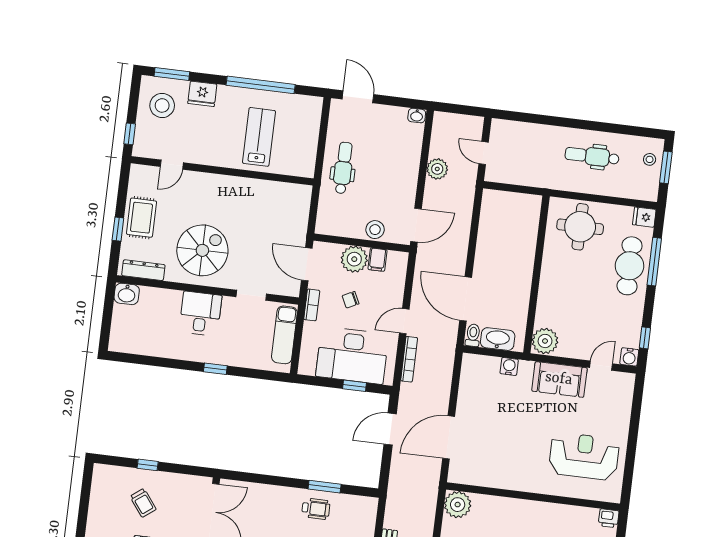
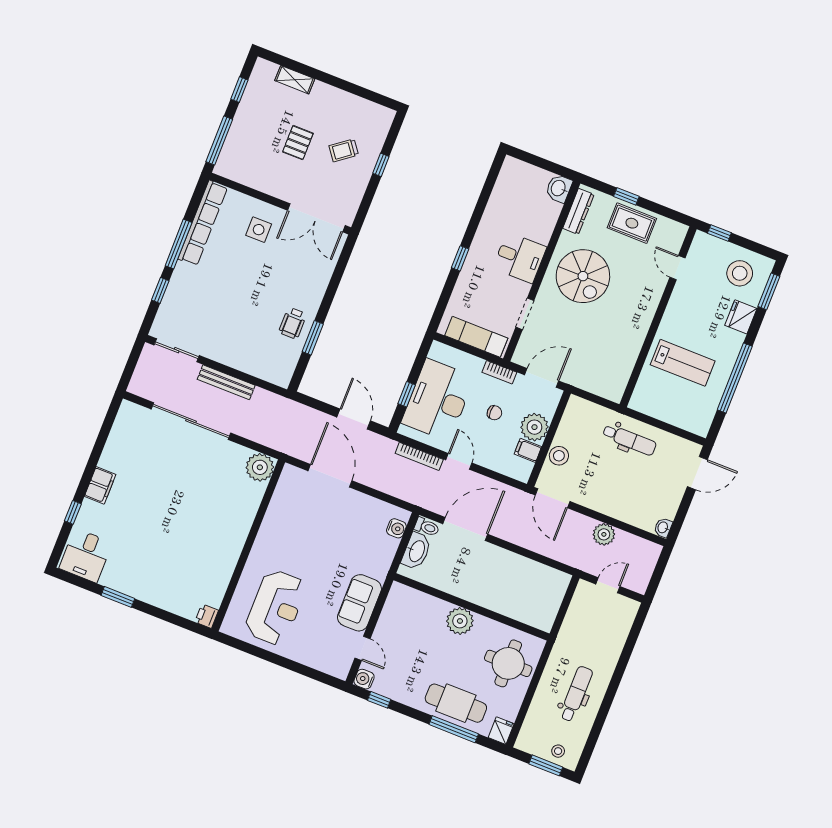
chair: (351, 300) -> (494, 413), turned 116
plant: (545, 341) -> (460, 621), moved
water cooler: (509, 366) -> (396, 528), moved

